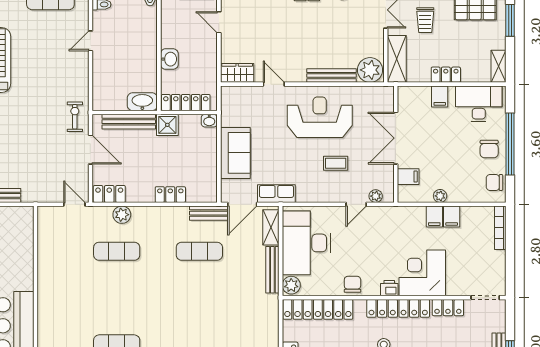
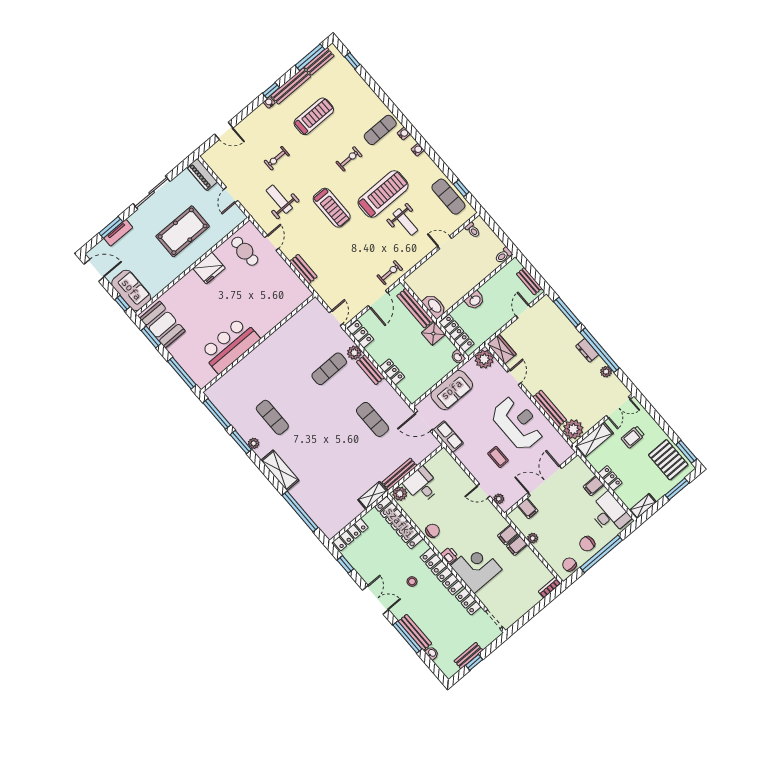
weight bench: (40, 61) -> (405, 222), added
plant: (232, 98) -> (484, 359), added
bench: (209, 213) -> (371, 370), moved
filing cabinet: (452, 217) -> (508, 535), moved
shelving: (271, 227) -> (373, 495), moved
bookcase: (500, 228) -> (549, 588), width x0.64
desk: (306, 243) -> (422, 485), width x0.53, depth x0.77
exercise mat: (117, 251) -> (329, 369), turned 90

